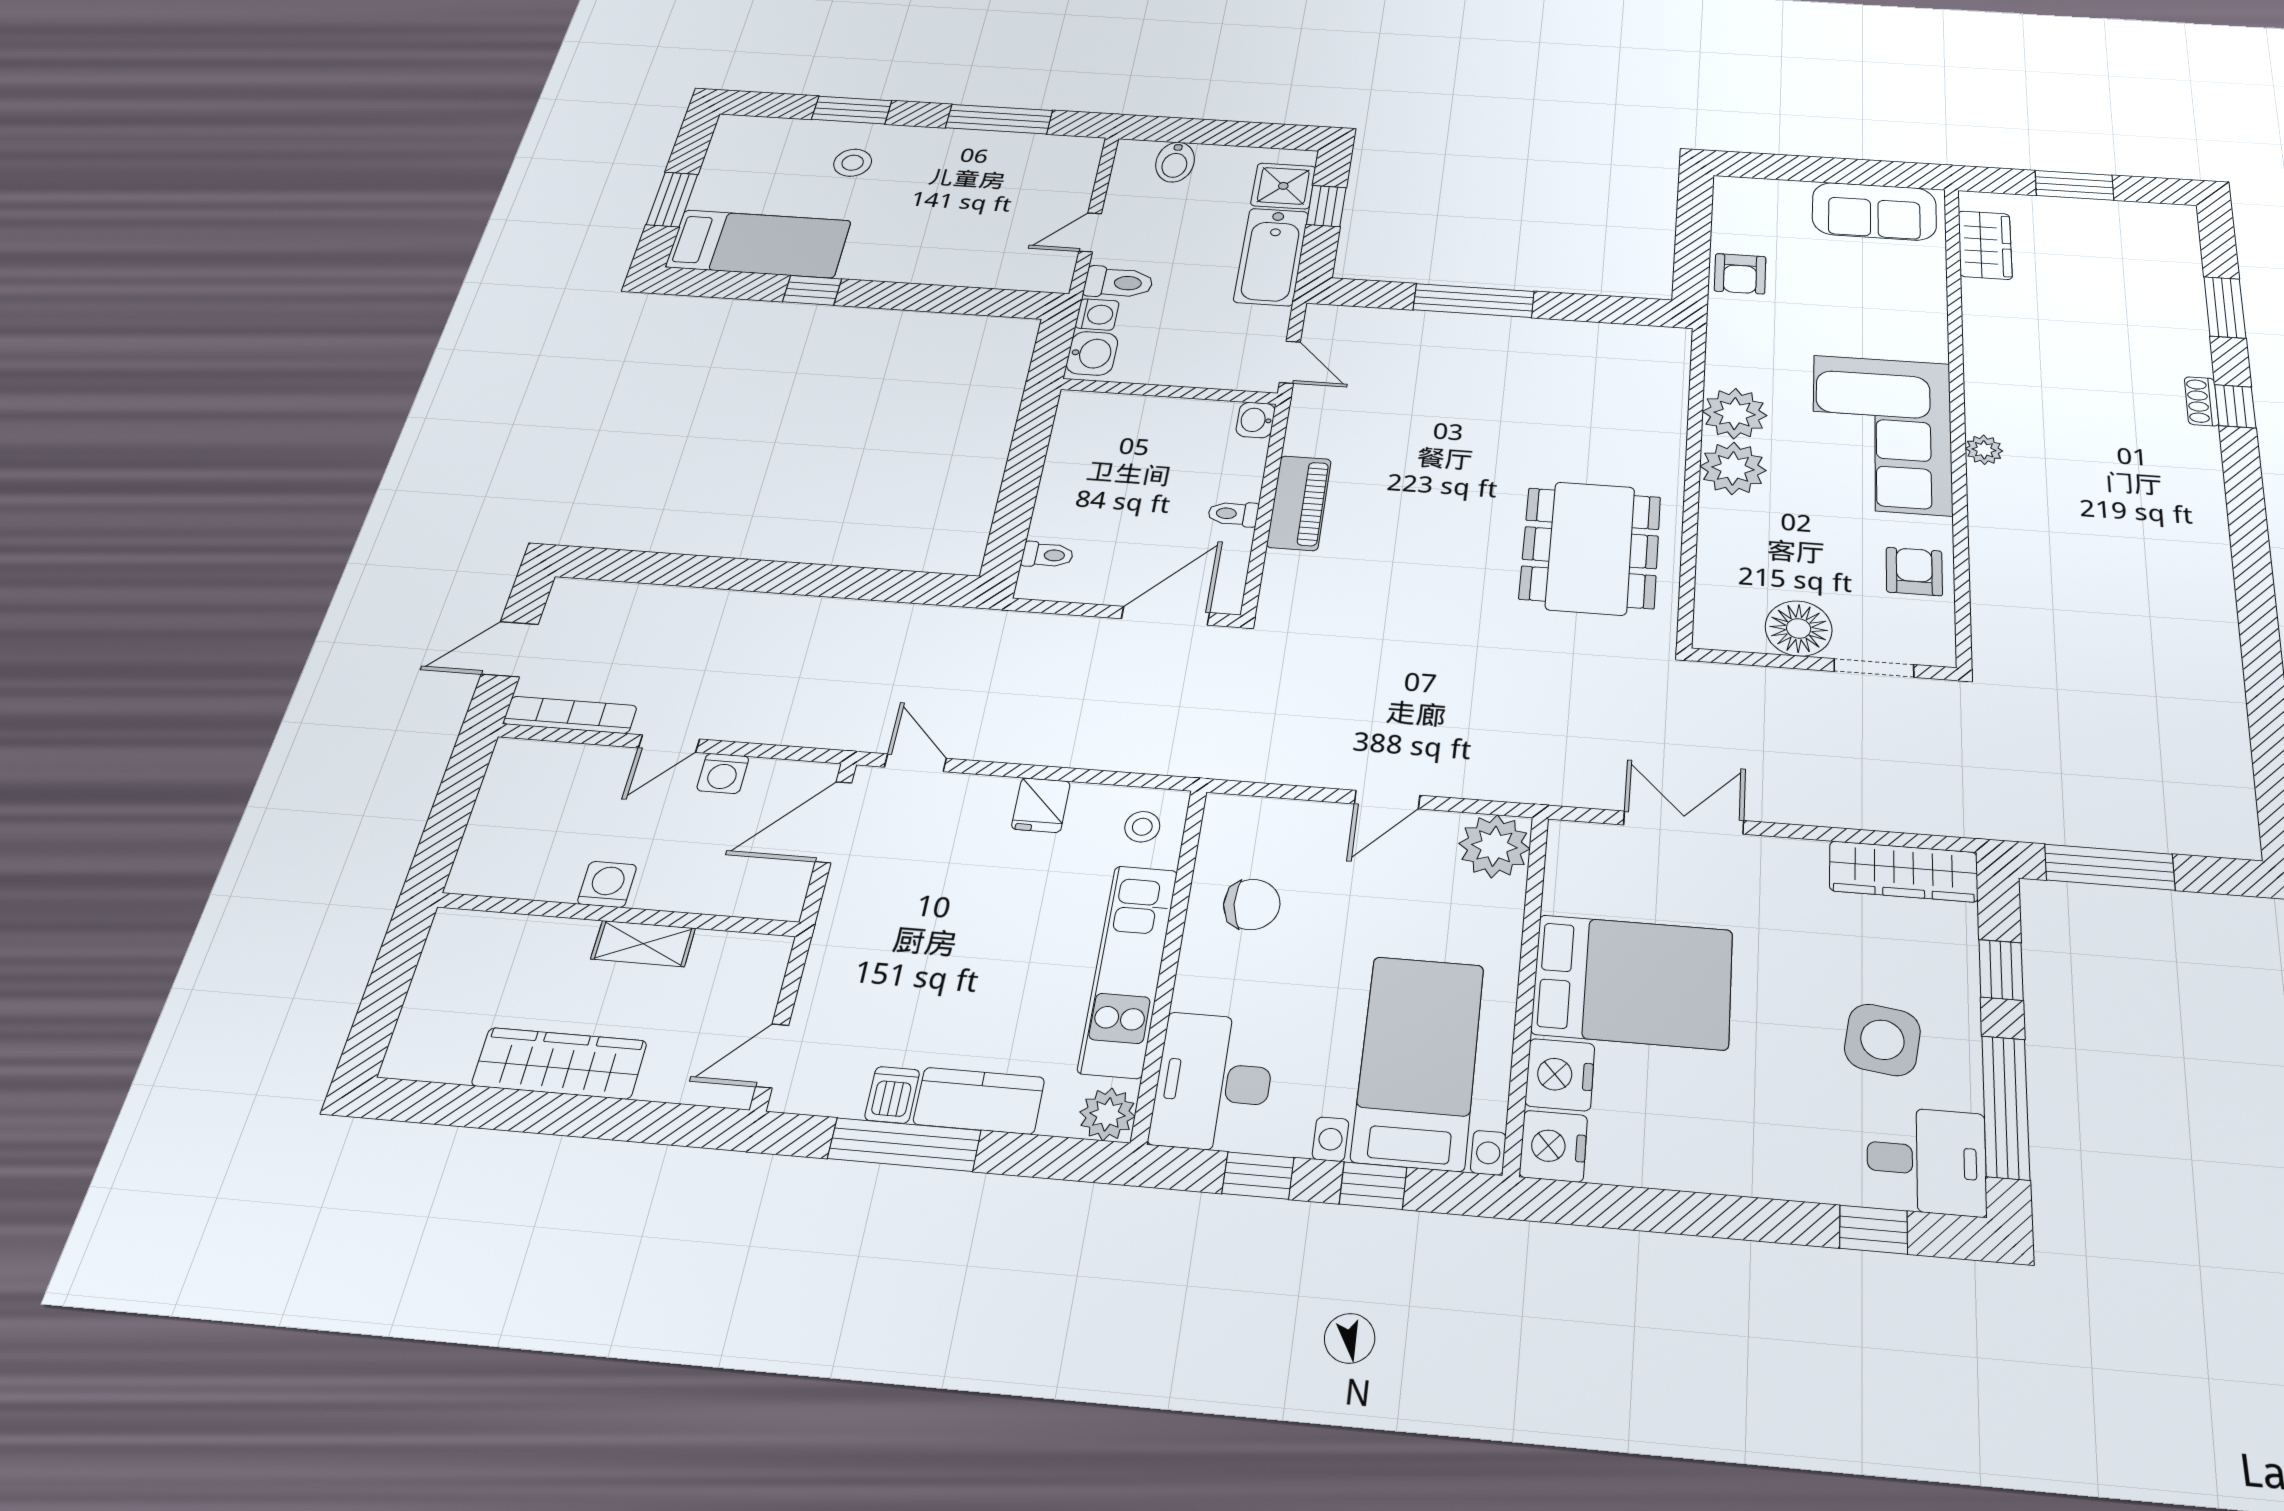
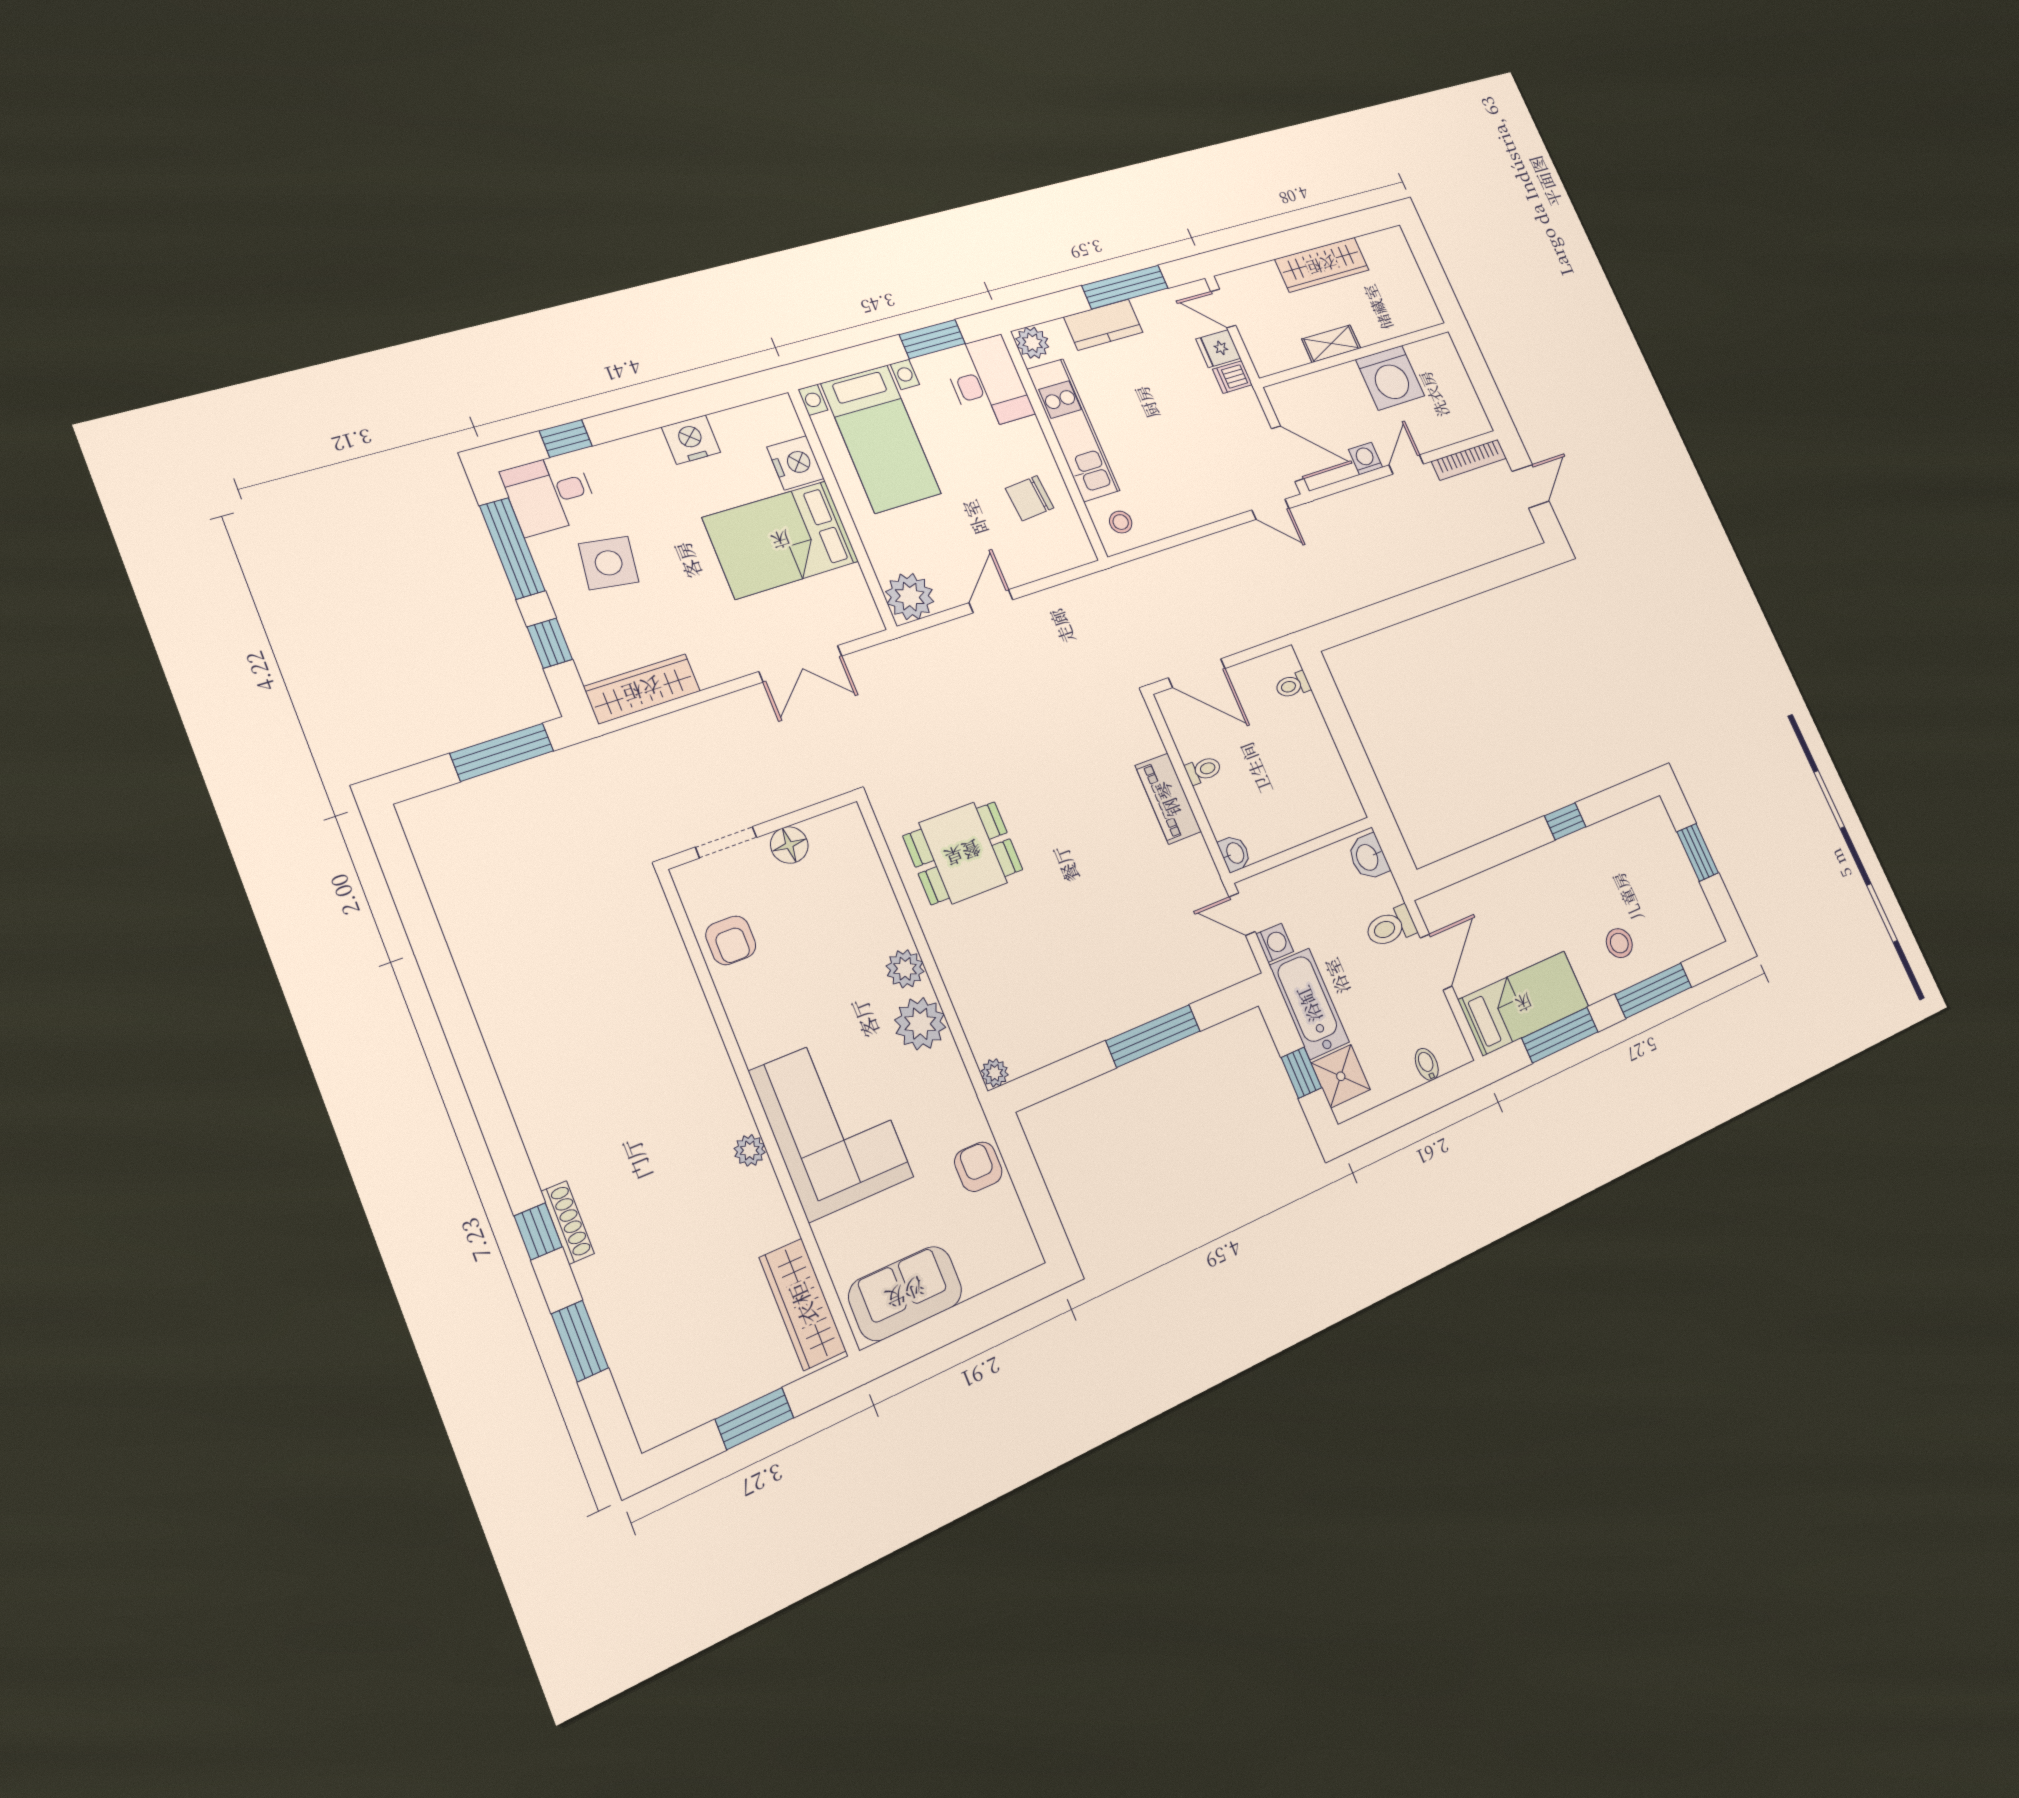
window: (852, 110) -> (1653, 991), width x1.44
bidet: (1175, 162) -> (1427, 1064), width x0.72, depth x0.74
door: (1090, 232) -> (1436, 962), width x1.38
bed: (759, 244) -> (1524, 1003), moved, turned 180
wardrobe: (1985, 245) -> (803, 1304), width x1.50
washing machine: (1097, 314) -> (1275, 943), moved, turned 180
plant: (1675, 340) -> (995, 1073), added
shoe rack: (2202, 401) -> (568, 1222), width x1.43
corner sofa: (1882, 434) -> (831, 1124), moved
plant: (1984, 450) -> (750, 1150), moved
plant: (1733, 468) -> (905, 969), width x0.73, depth x0.73
dining table: (1590, 548) -> (963, 853), width x0.73
door: (1165, 616) -> (1197, 673), hinge flipped
floor lamp: (1799, 628) -> (789, 845), width x0.73, depth x0.73
fridge: (1041, 805) -> (1218, 349), moved, turned -90
door: (834, 822) -> (1288, 454), hinge flipped
washing machine: (607, 884) -> (1390, 378), width x1.89, depth x1.89
door: (772, 1056) -> (1223, 308), swing flipped
dishwasher: (892, 1095) -> (1233, 377), moved, turned 90
nightstand: (1553, 1146) -> (691, 440), moved, turned -90
window: (1258, 1176) -> (932, 339), width x1.50
window: (1373, 1186) -> (867, 357), removed

